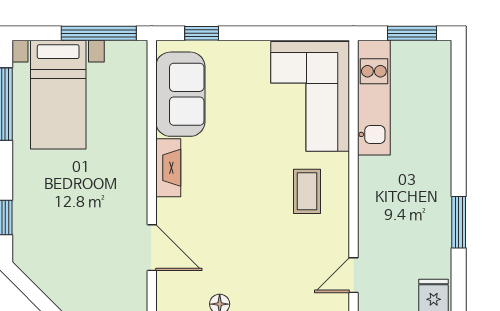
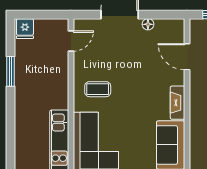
coffee table: (307, 191) -> (98, 89), turned 90

